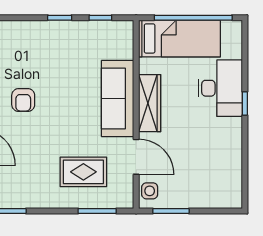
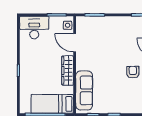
desk: (220, 88) -> (34, 28), moved, turned 90
sofa: (118, 99) -> (84, 90), moved
rug: (83, 172) -> (102, 35), removed

